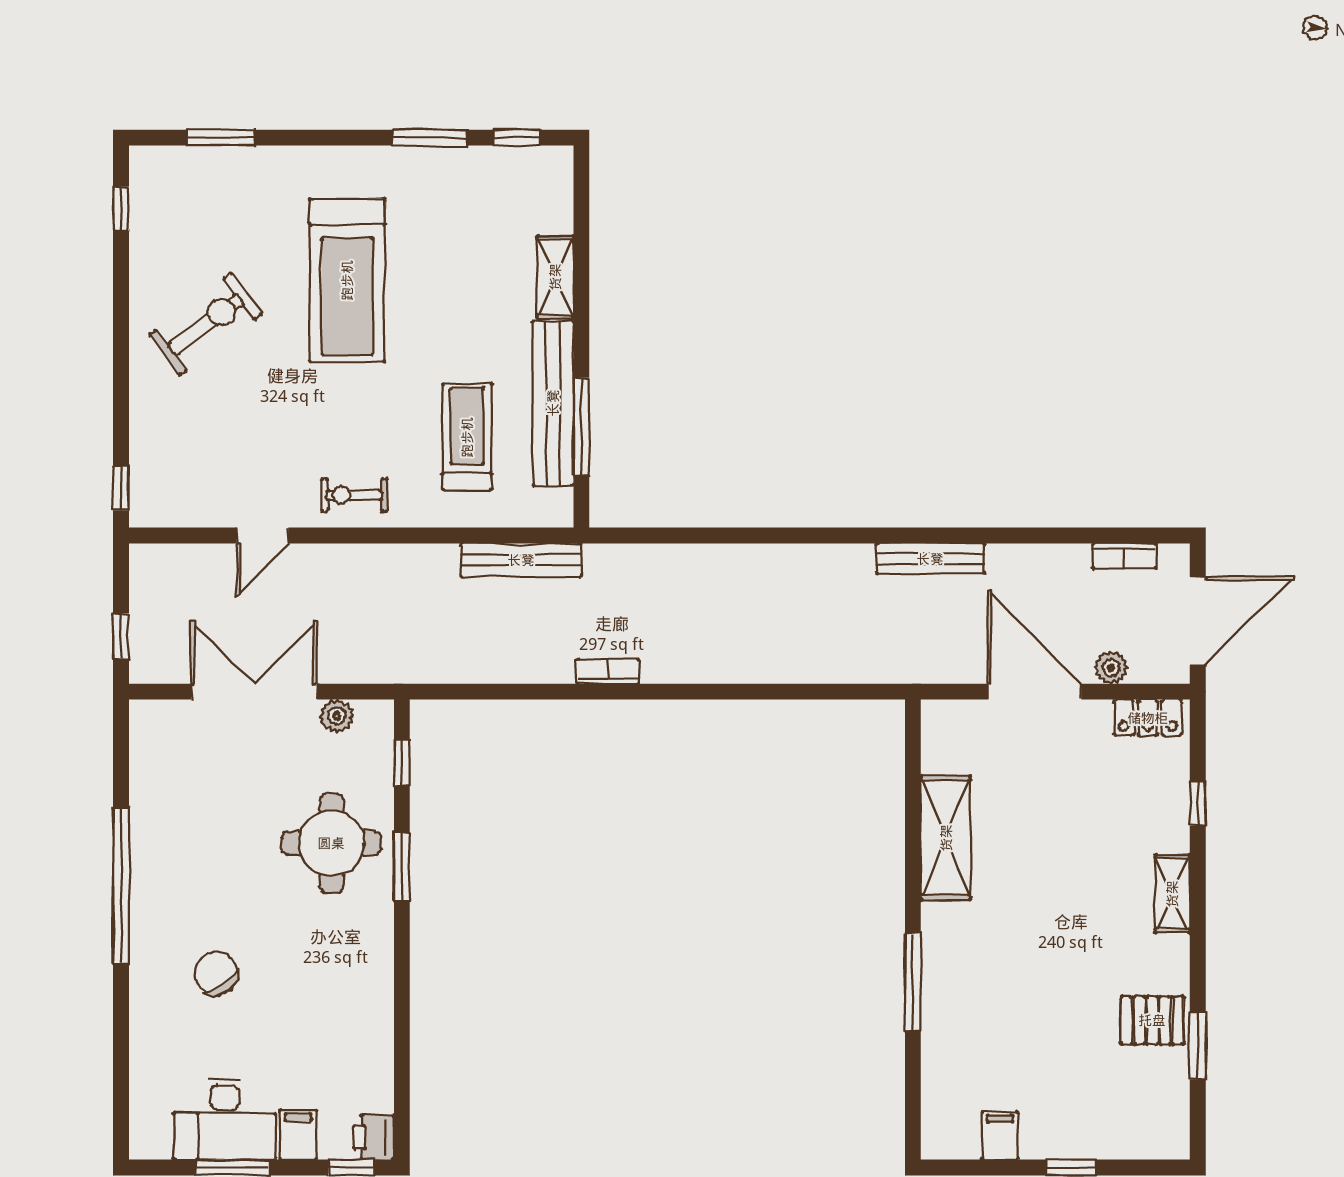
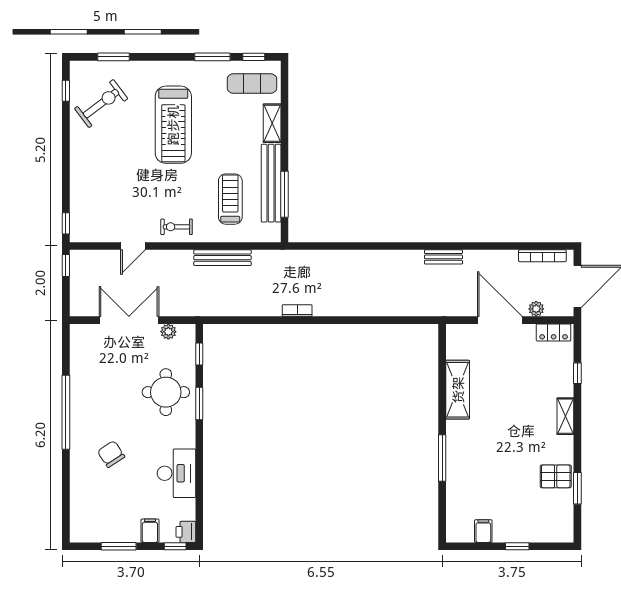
exercise mat: (513, 194) -> (252, 84), added
exercise bike: (206, 324) -> (101, 104), moved
bookcase: (1124, 556) -> (542, 256), width x1.56
bench: (930, 559) -> (443, 257), width x0.73
bench: (521, 560) -> (222, 258), moved
window: (121, 637) -> (66, 265), moved
desk: (225, 1119) -> (176, 473), moved, turned -90

